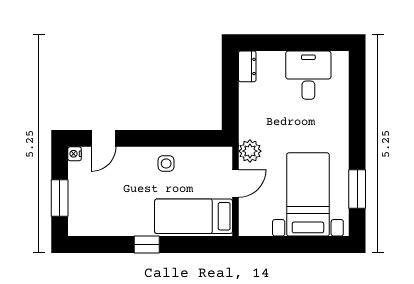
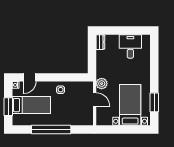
door: (235, 183) -> (95, 99), hinge flipped
bed: (194, 216) -> (31, 105), moved, turned 180
window: (147, 245) -> (51, 129), width x3.17

